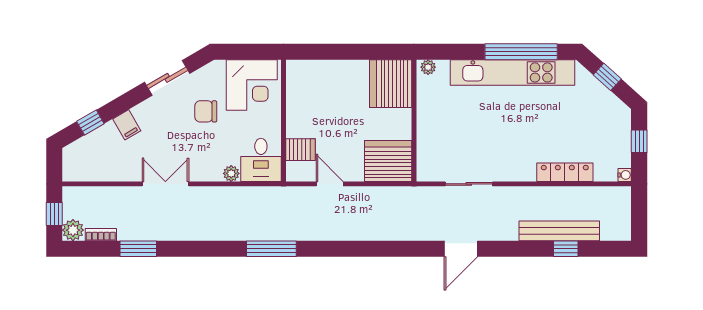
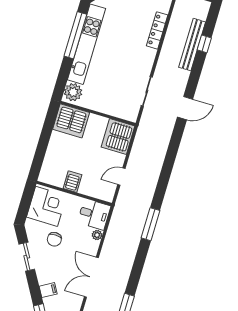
plant: (428, 67) -> (73, 92), width x1.87, depth x1.87
server rack: (300, 150) -> (73, 182), moved
double door: (165, 184) -> (91, 277), width x1.37
door: (461, 249) -> (185, 108), hinge flipped

